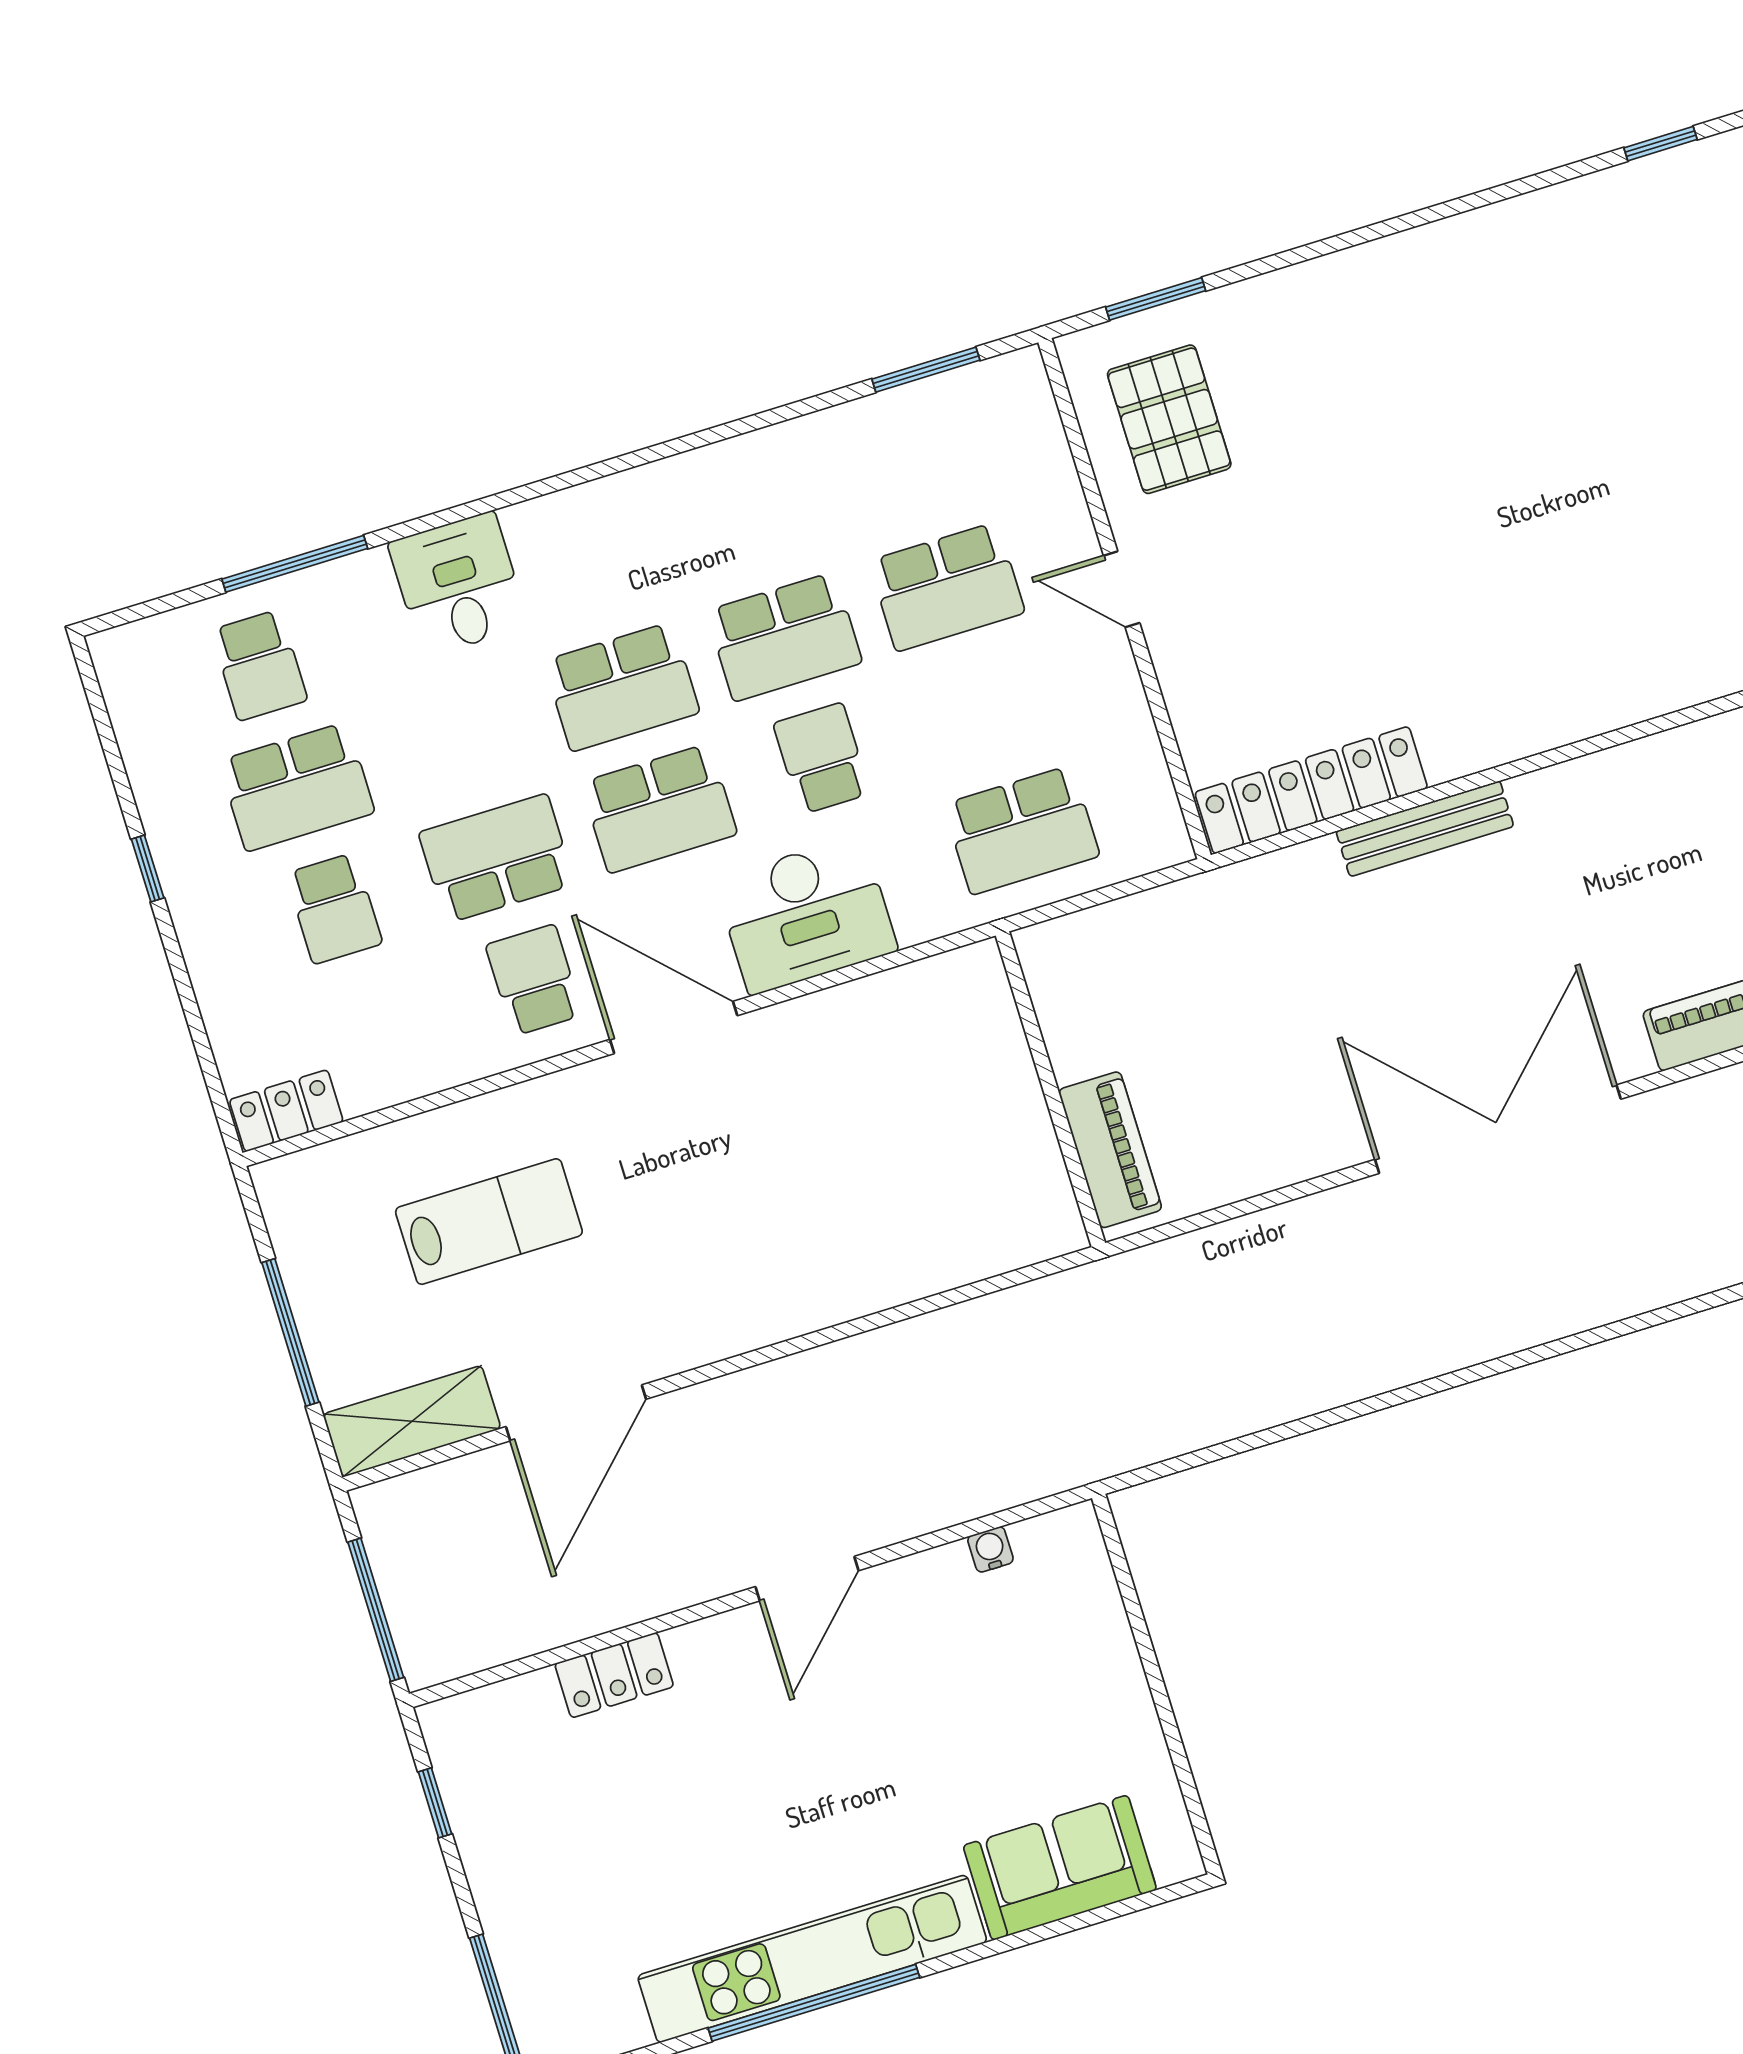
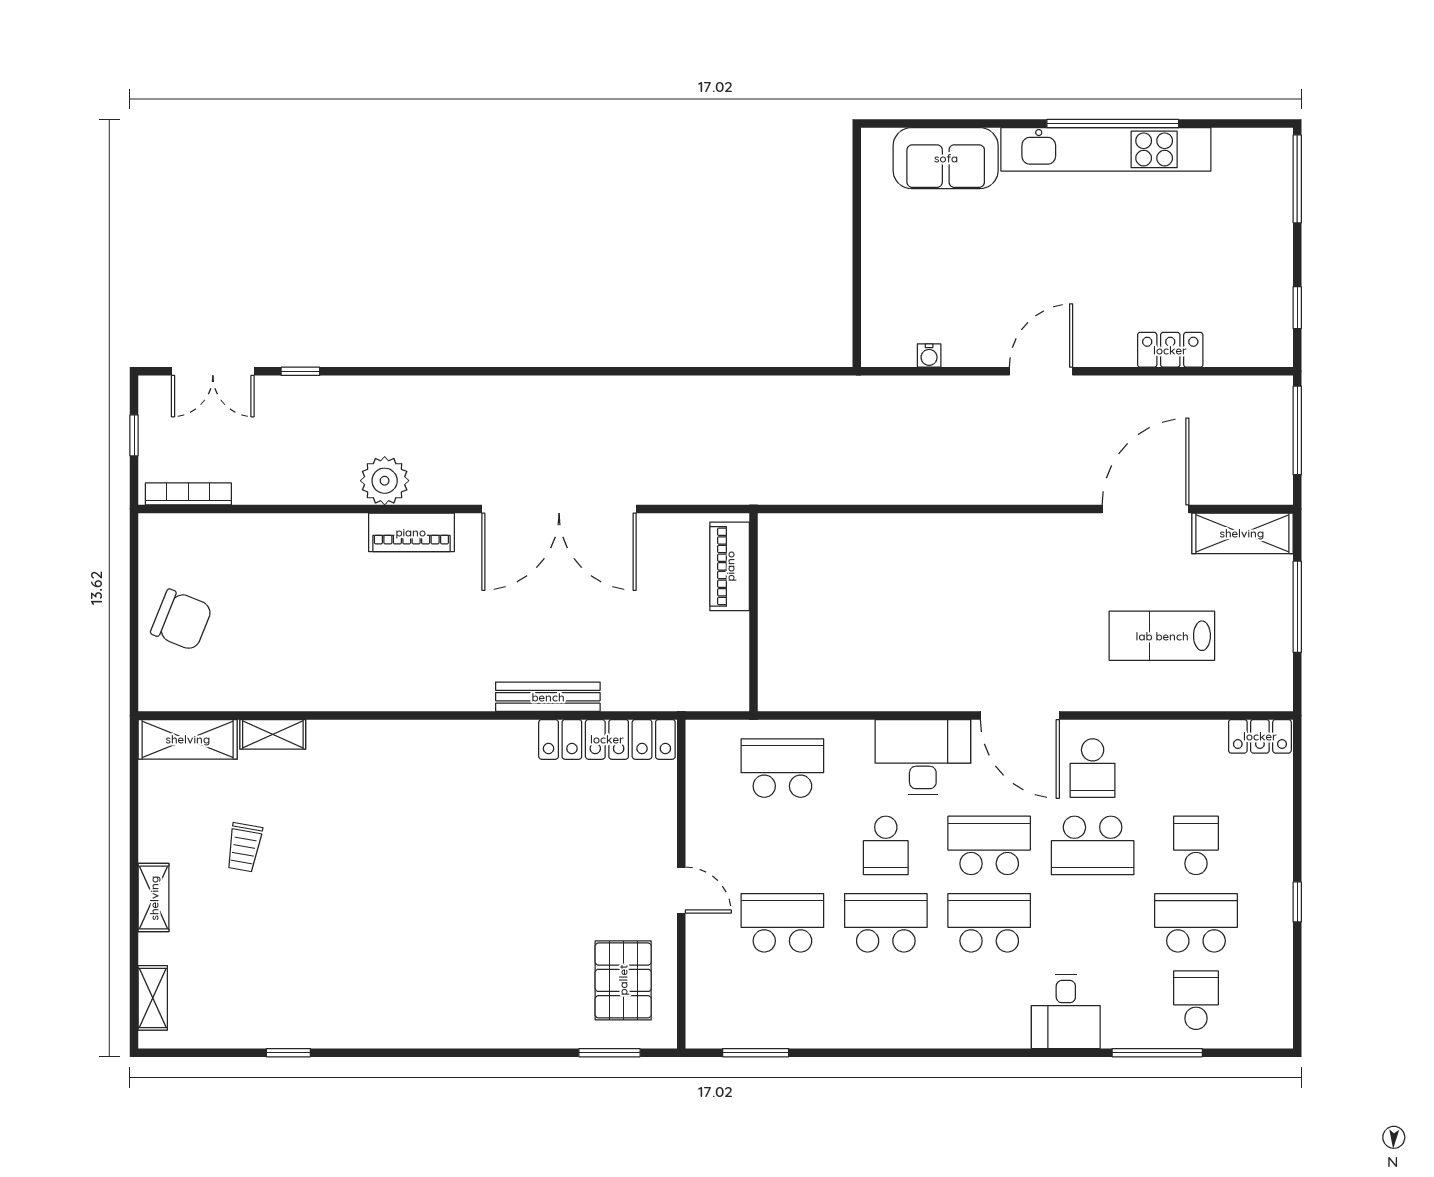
wall: (1050, 1089) -> (753, 612), moved
piano: (1110, 1150) -> (730, 566), moved

